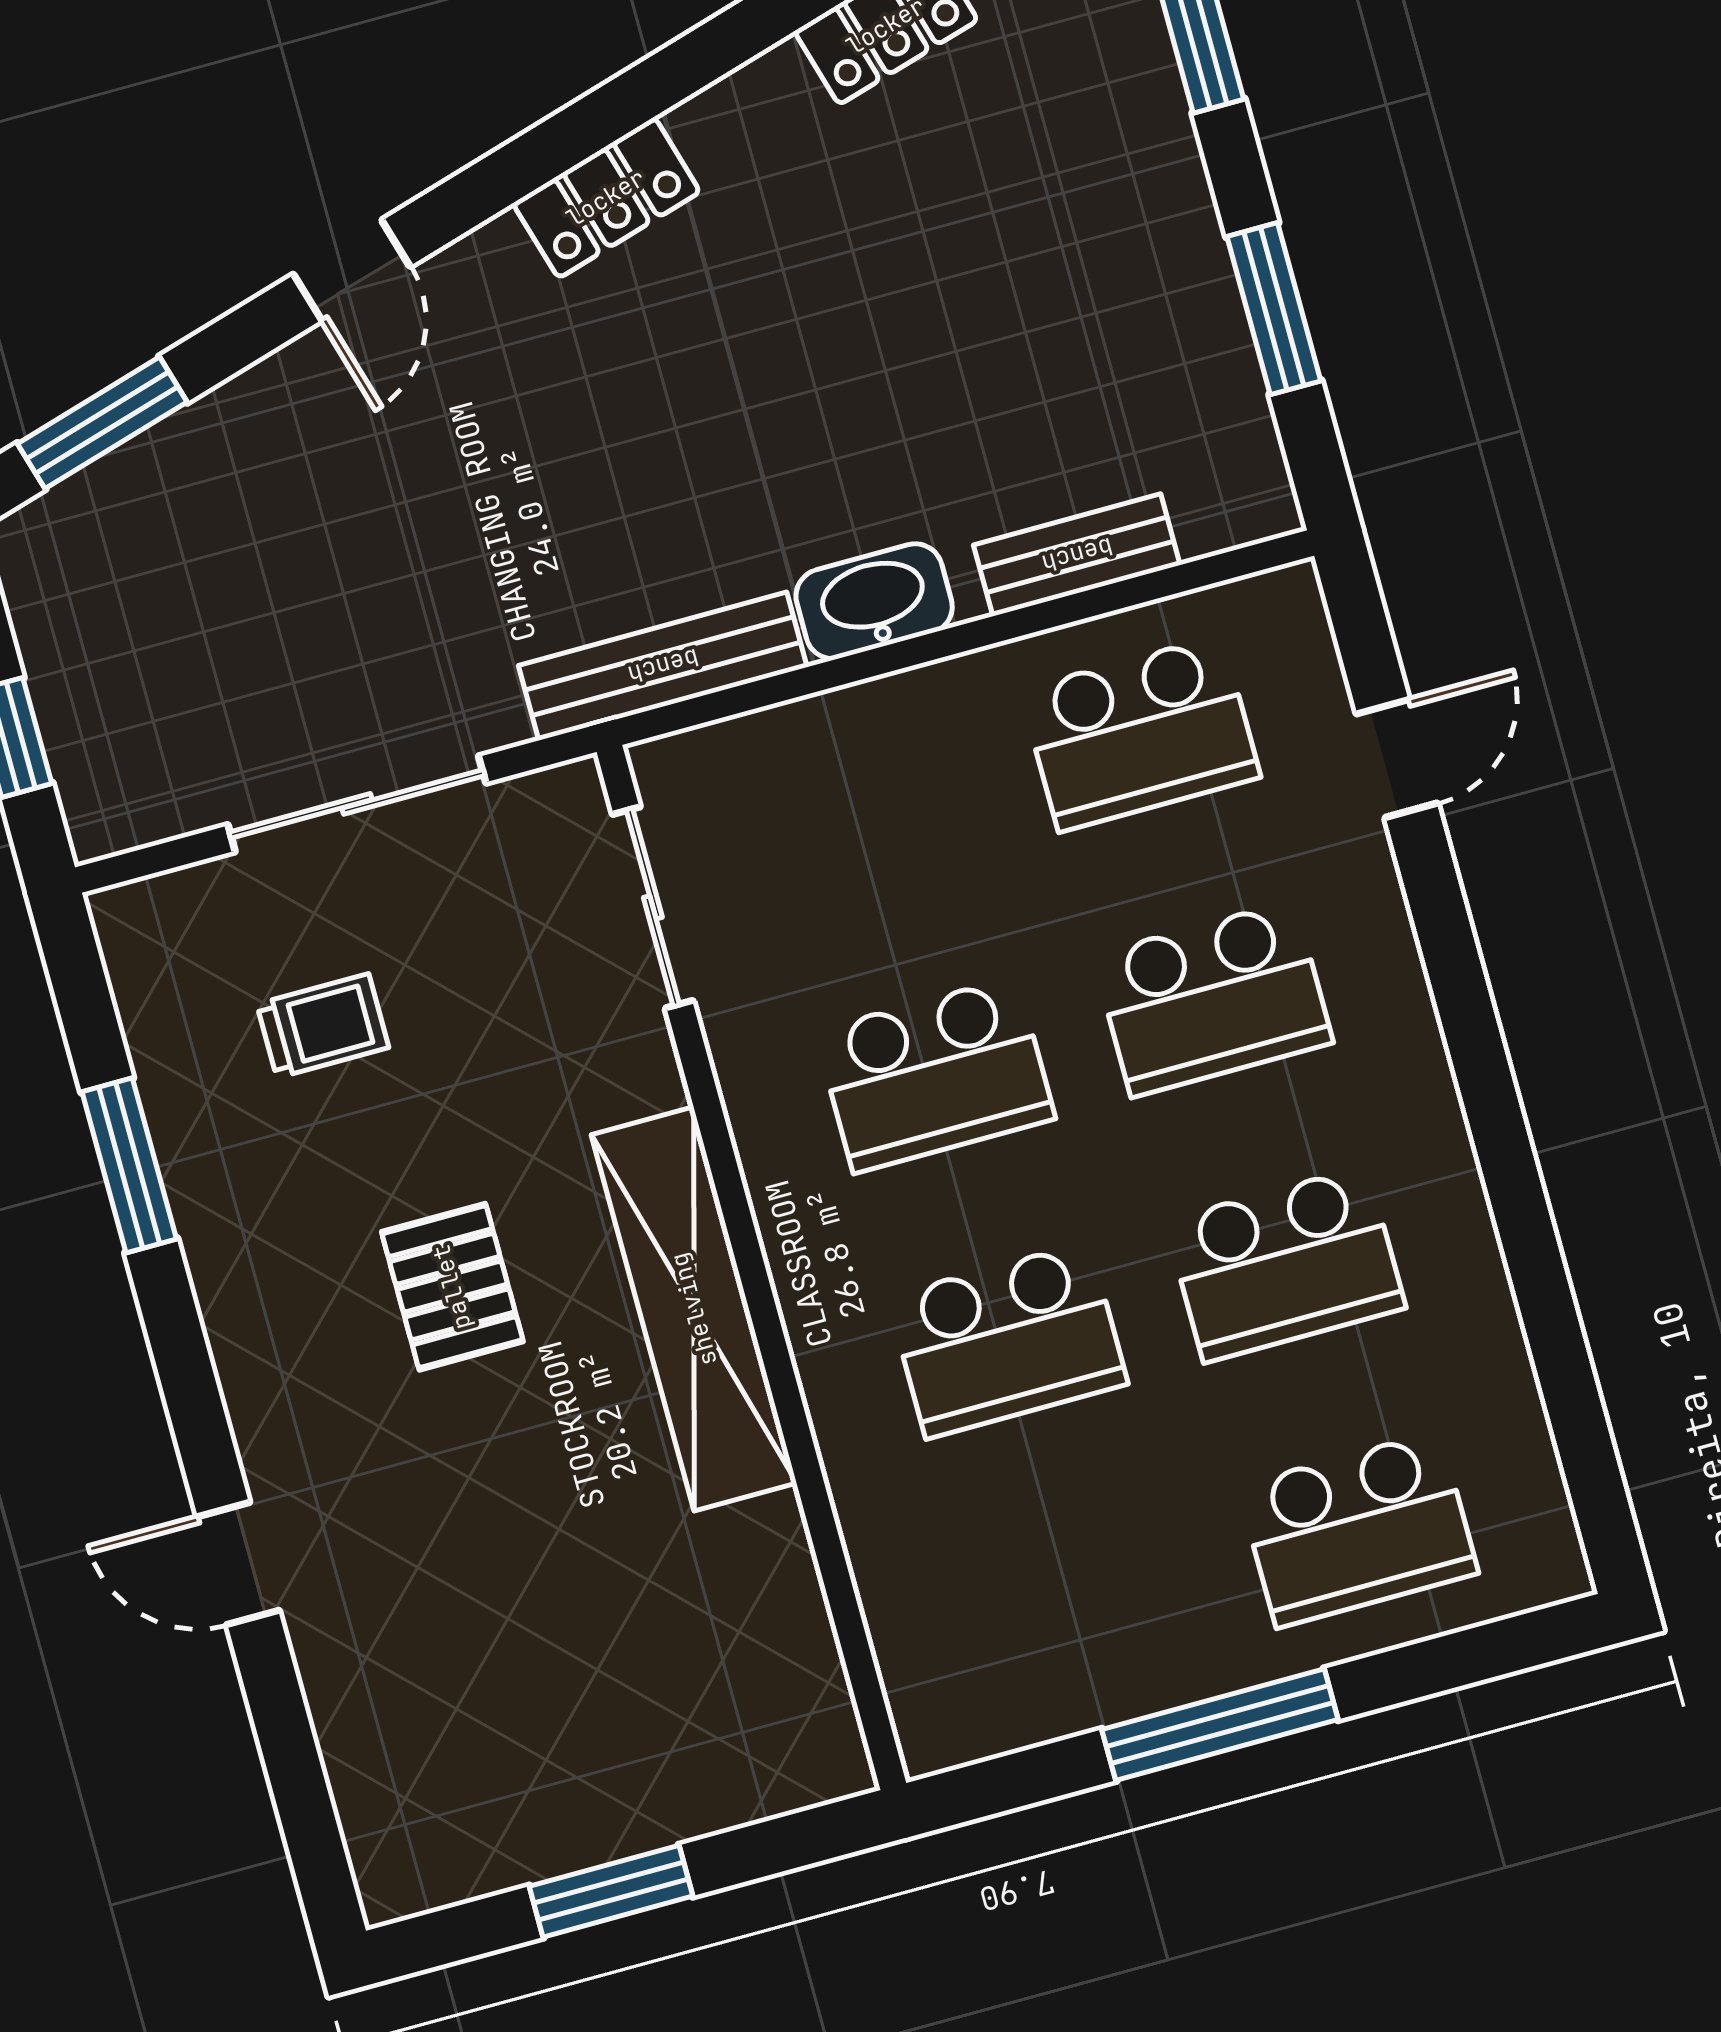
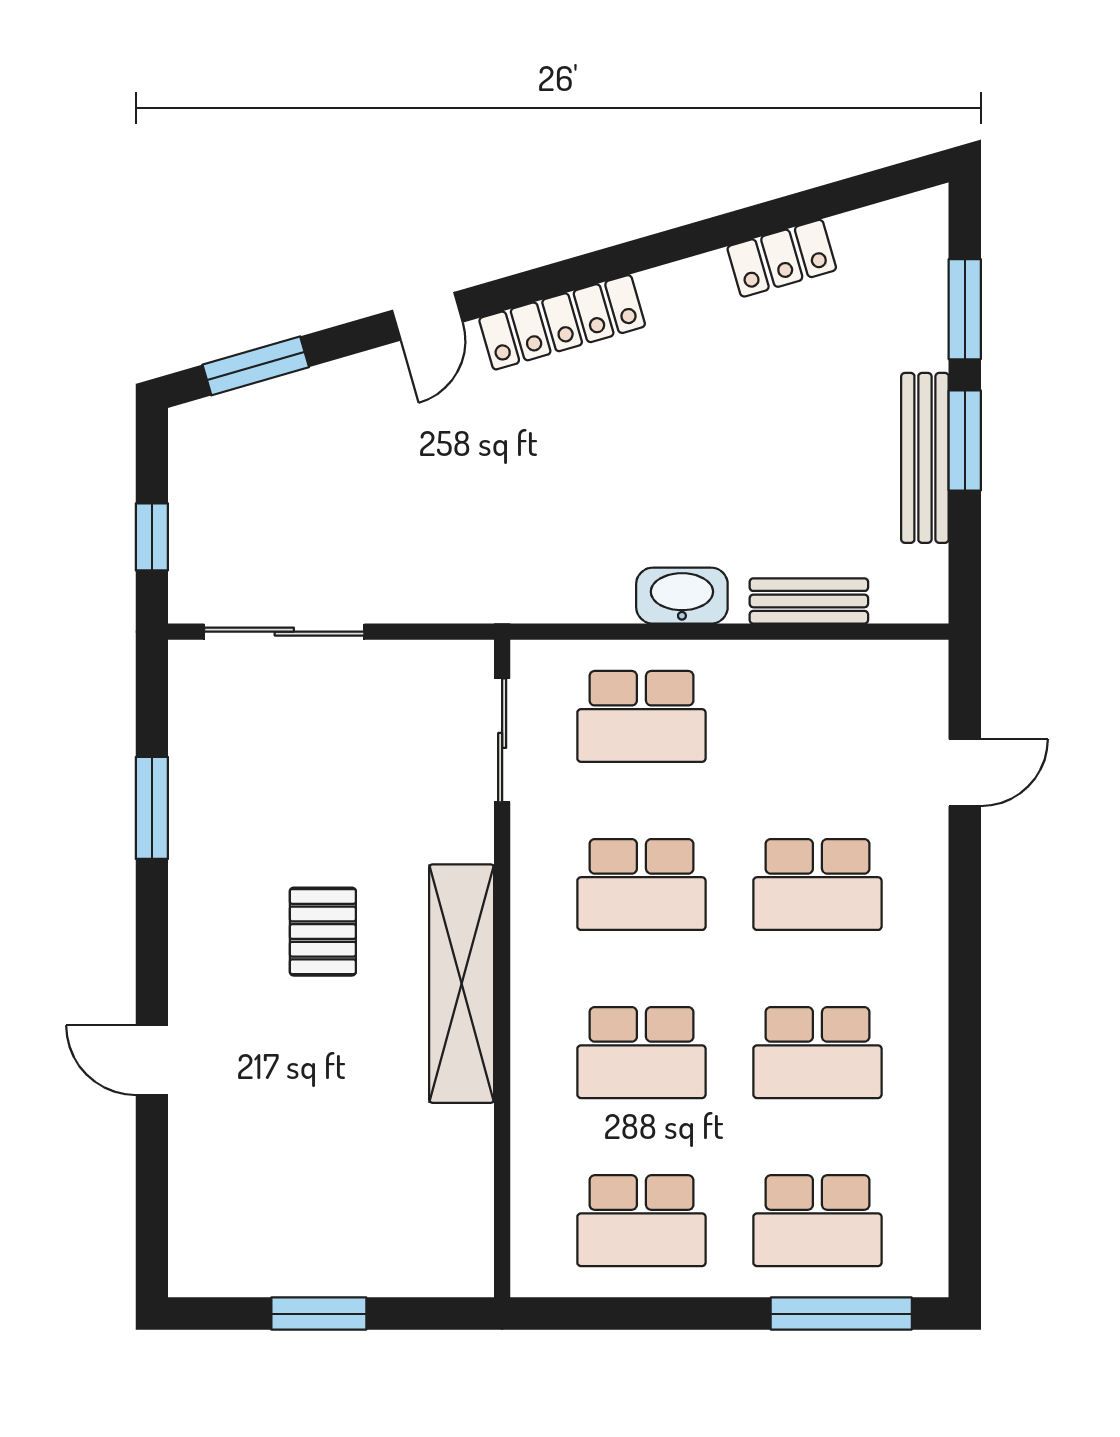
locker: (606, 198) -> (562, 322), width x1.53
window: (1274, 309) -> (965, 440), moved
bench: (663, 666) -> (925, 458), moved, turned 90
school desk: (1140, 733) -> (641, 716), moved
sliding door: (357, 804) -> (284, 632), moved
trolley: (323, 1026) -> (288, 757), removed
school desk: (1080, 1605) -> (641, 1221), added
window: (1220, 1725) -> (841, 1314), moved

